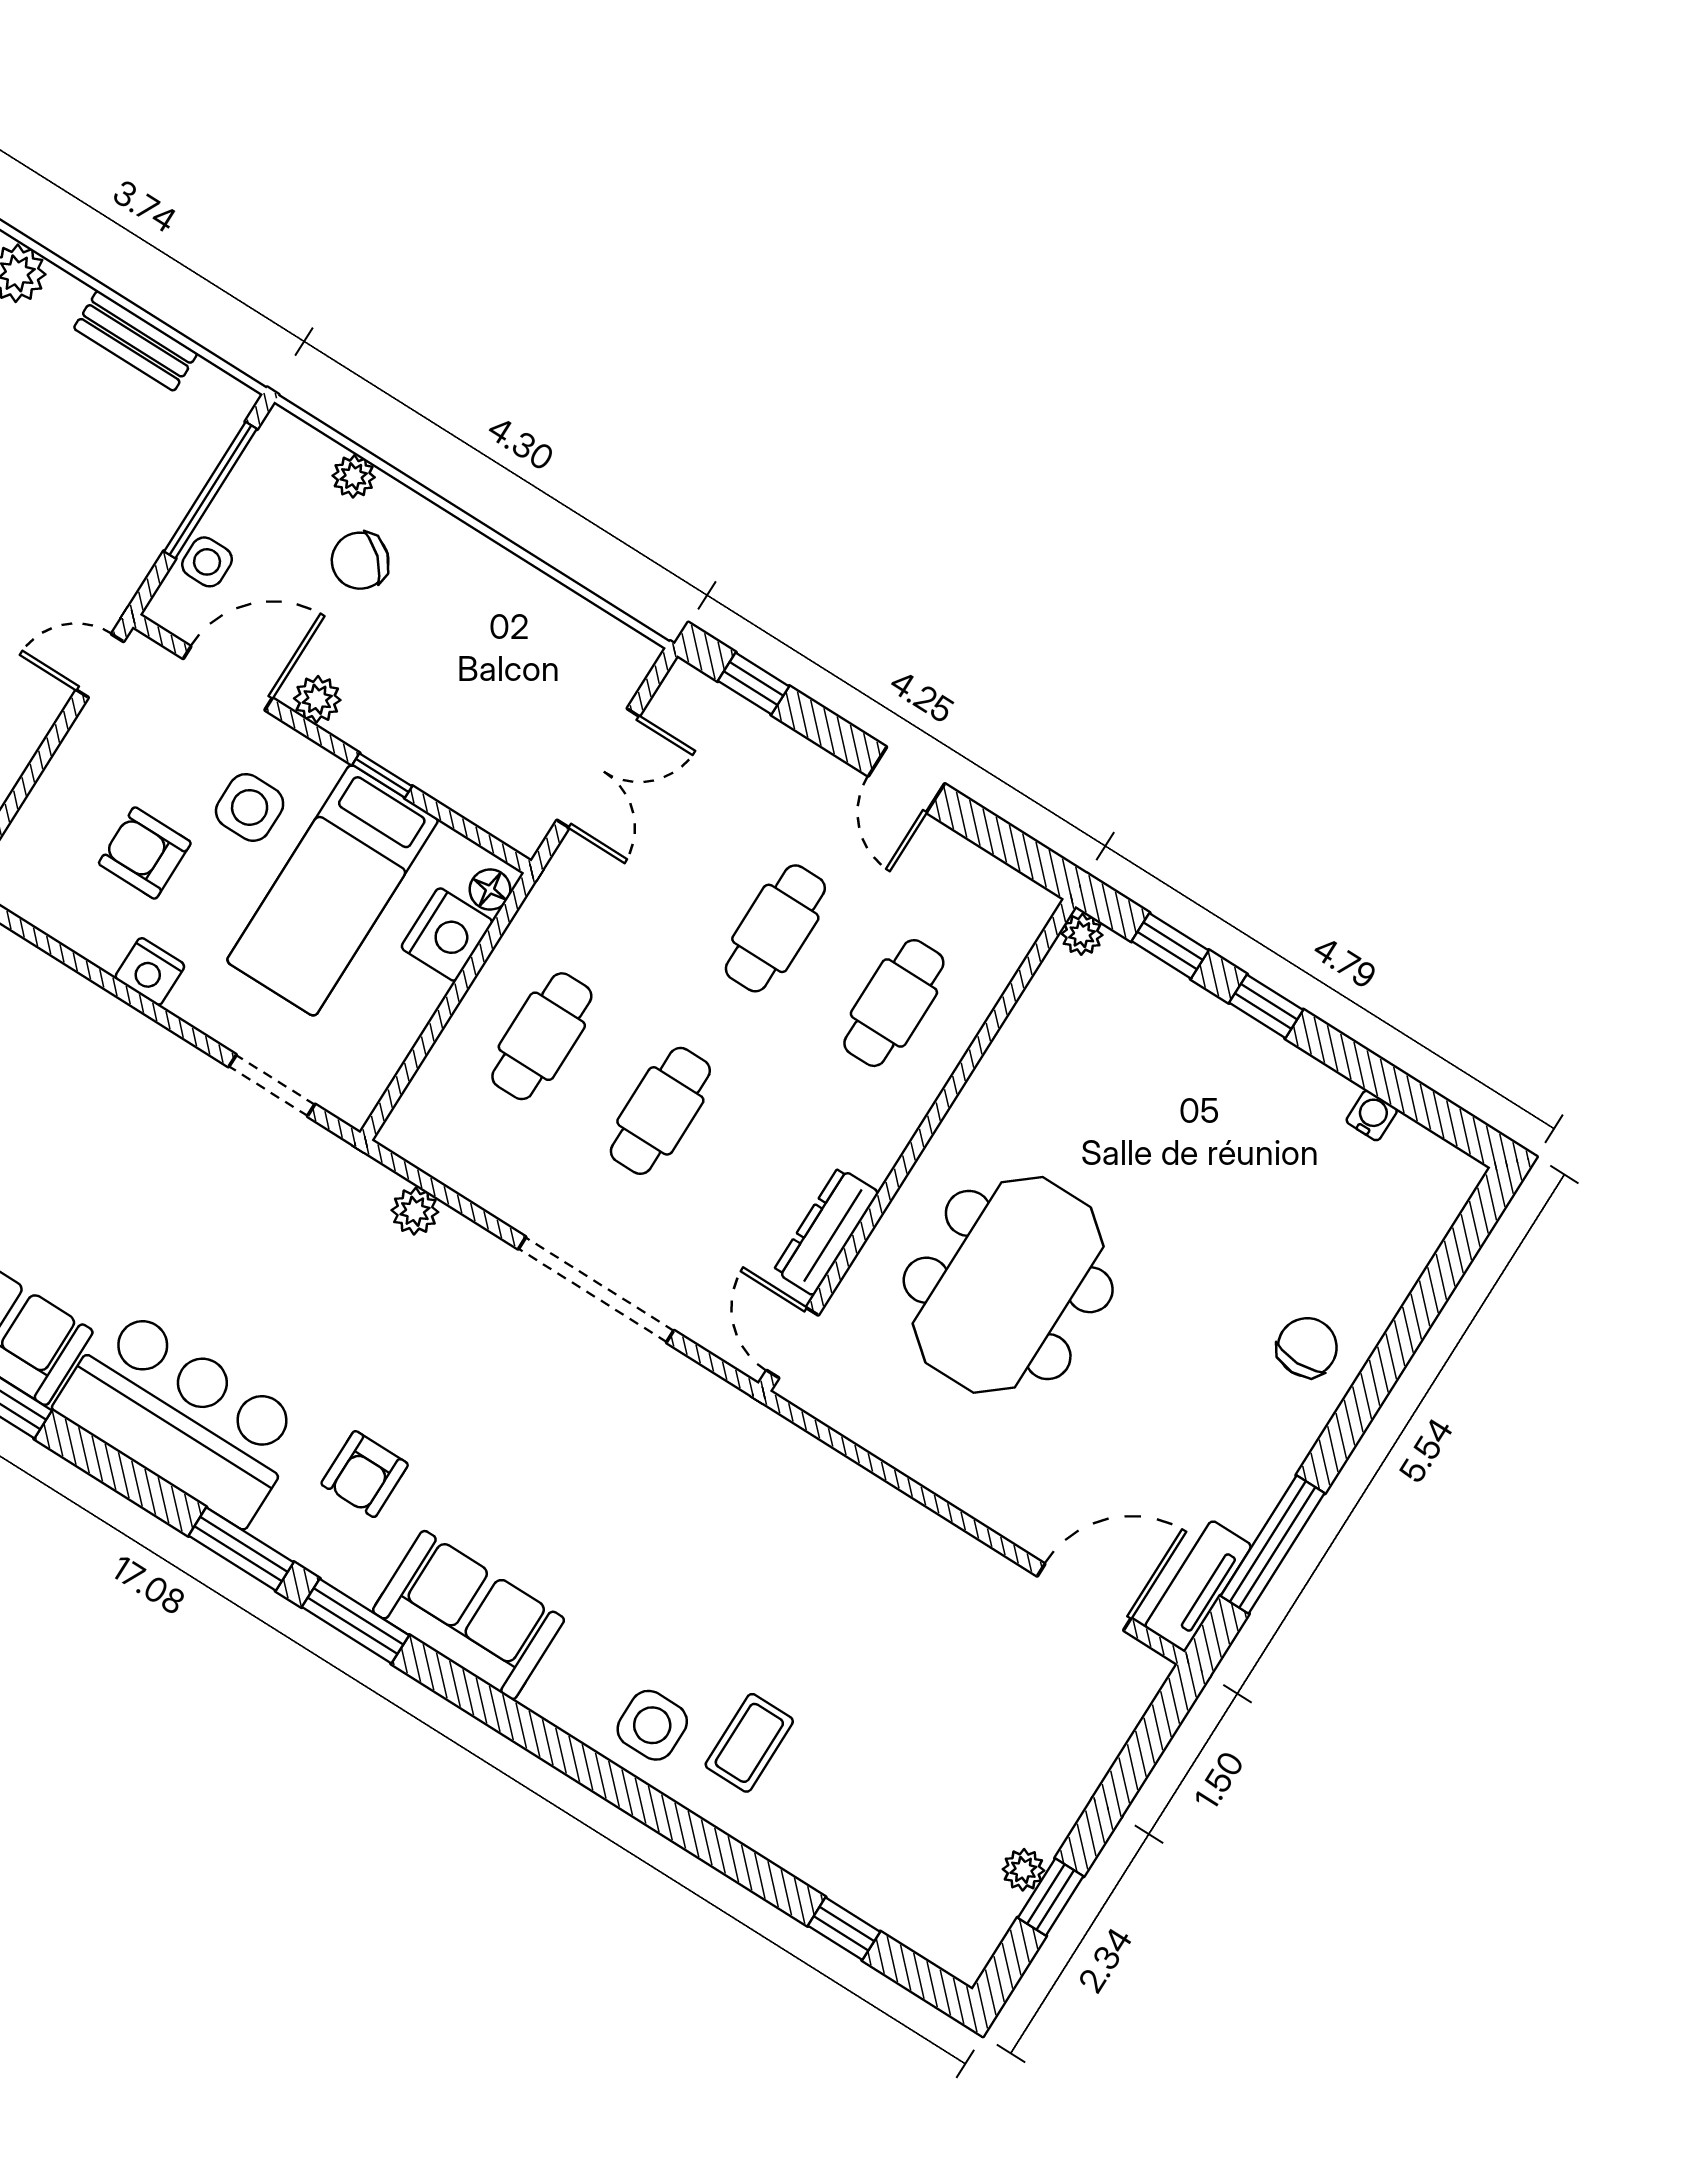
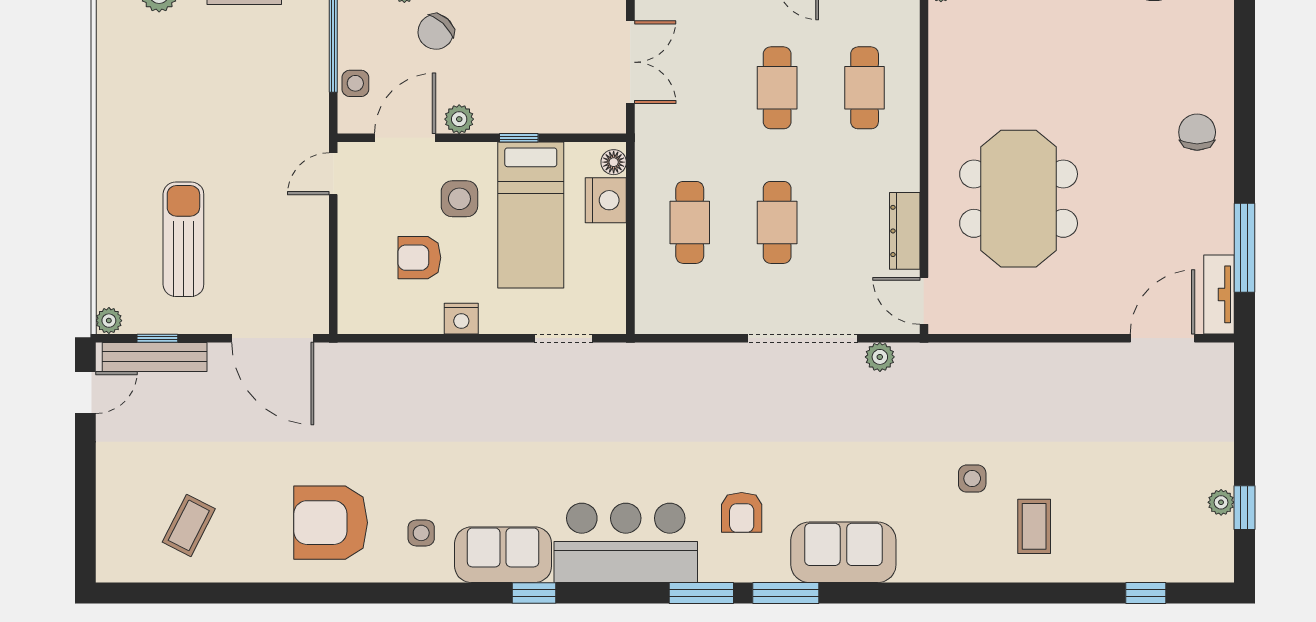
plant: (415, 1211) -> (880, 357), moved
side table: (652, 1725) -> (972, 479), moved, width x0.73, depth x0.73

